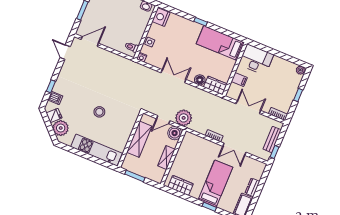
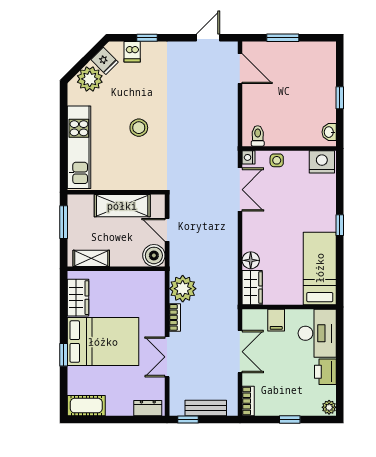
printer: (280, 64) -> (325, 372), added
double door: (173, 76) -> (240, 190), moved
plant: (184, 118) -> (183, 289), moved
shelving: (166, 158) -> (91, 258), moved
bed: (215, 183) -> (103, 342), width x1.50
dresser: (252, 187) -> (148, 408), moved

